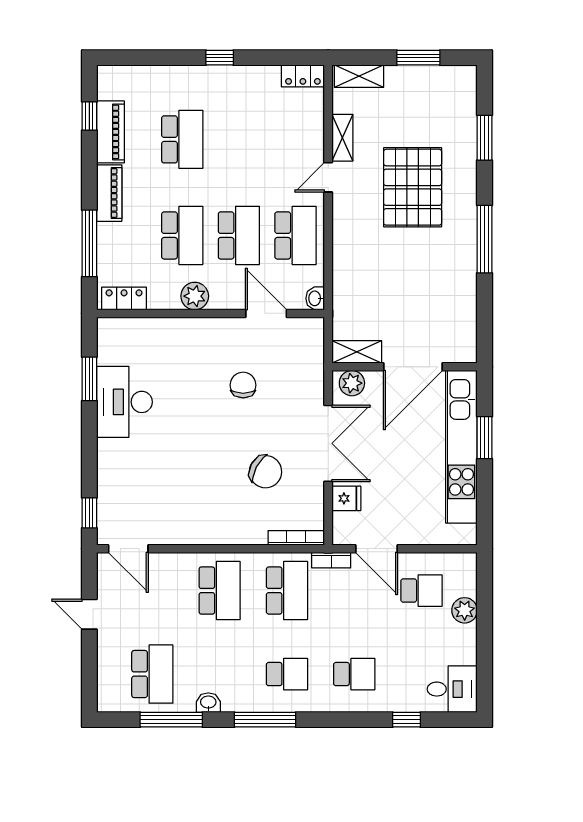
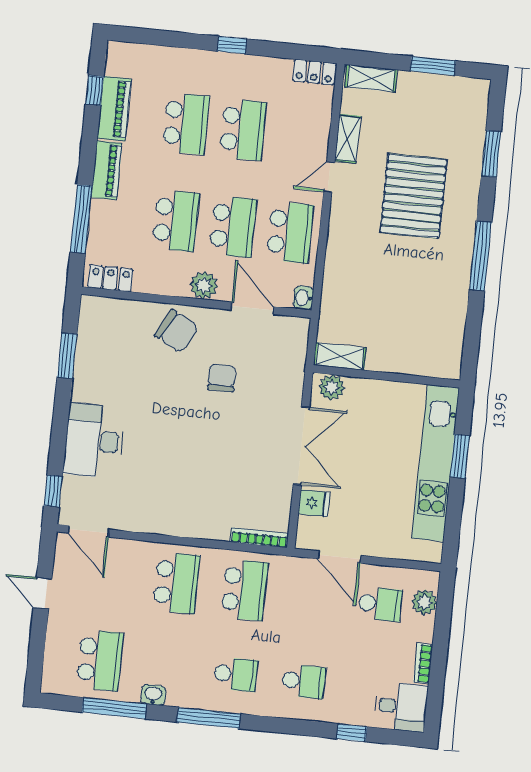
school desk: (239, 139) -> (243, 130), added
plant: (195, 296) -> (204, 285), moved
door: (413, 367) -> (395, 377), removed
desk: (124, 402) -> (94, 441), moved
chair: (266, 472) -> (176, 331), moved
bookcase: (331, 560) -> (423, 663), moved, turned 90
plant: (465, 610) -> (424, 602), moved

